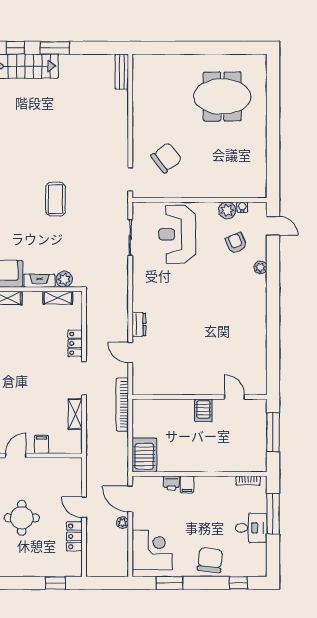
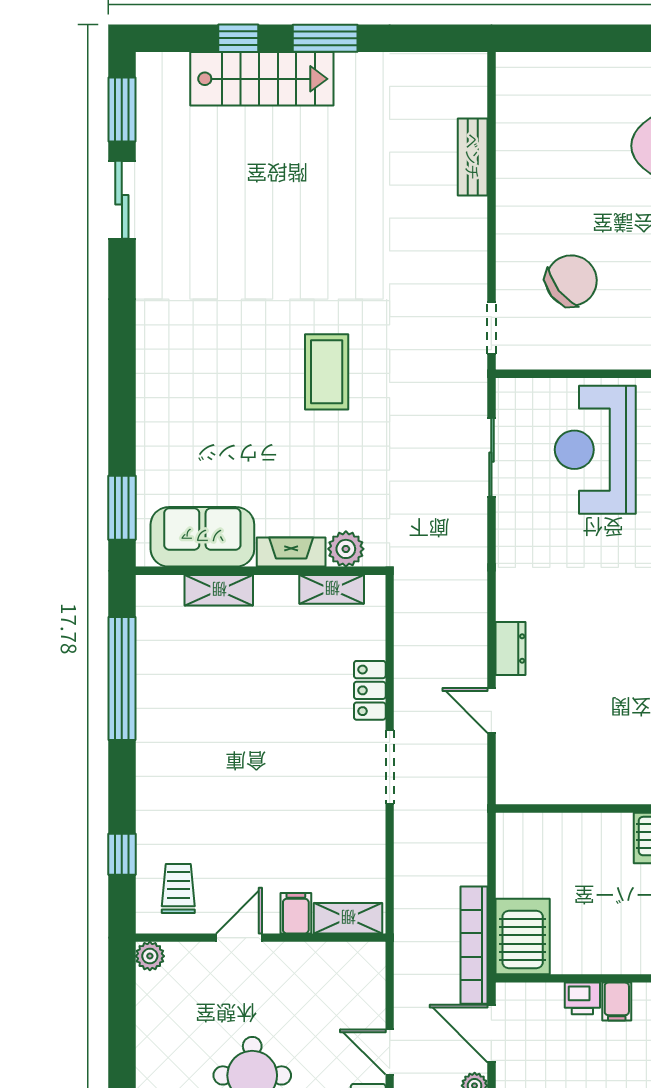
bench: (122, 72) -> (473, 157), moved
bookcase: (122, 404) -> (474, 945), moved
shelving: (75, 414) -> (348, 918), moved, turned 90

